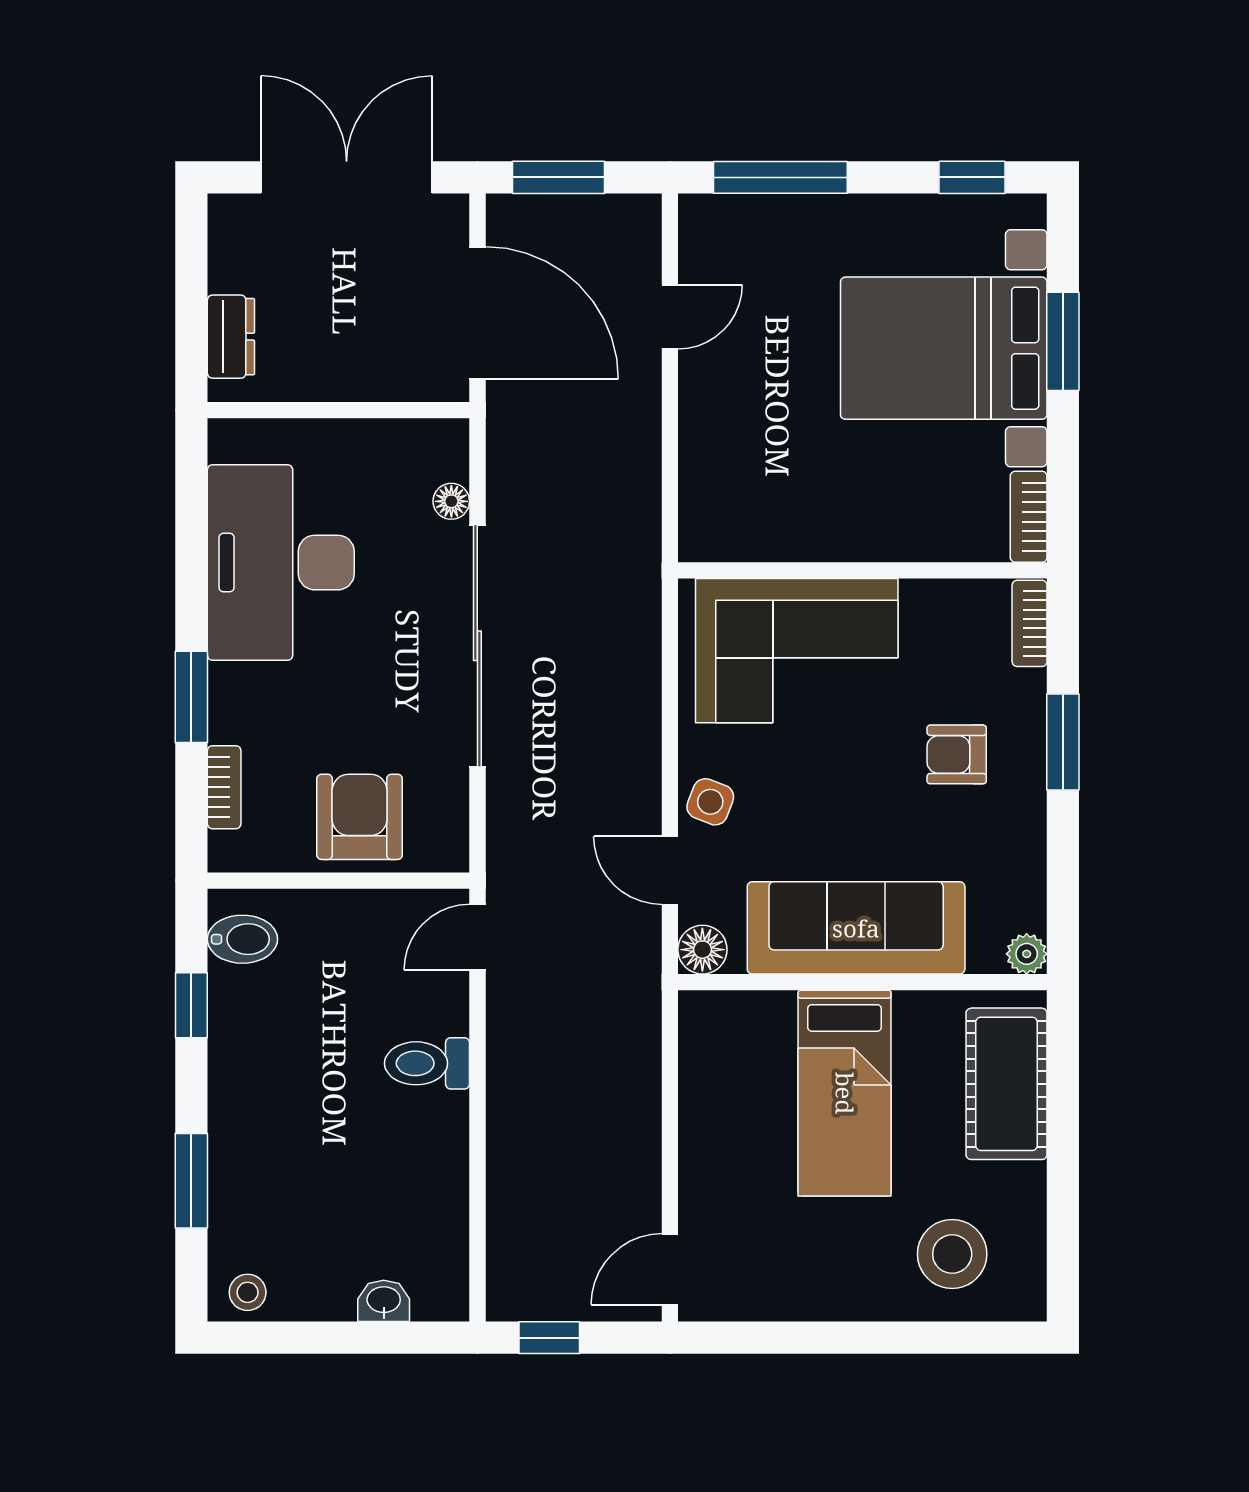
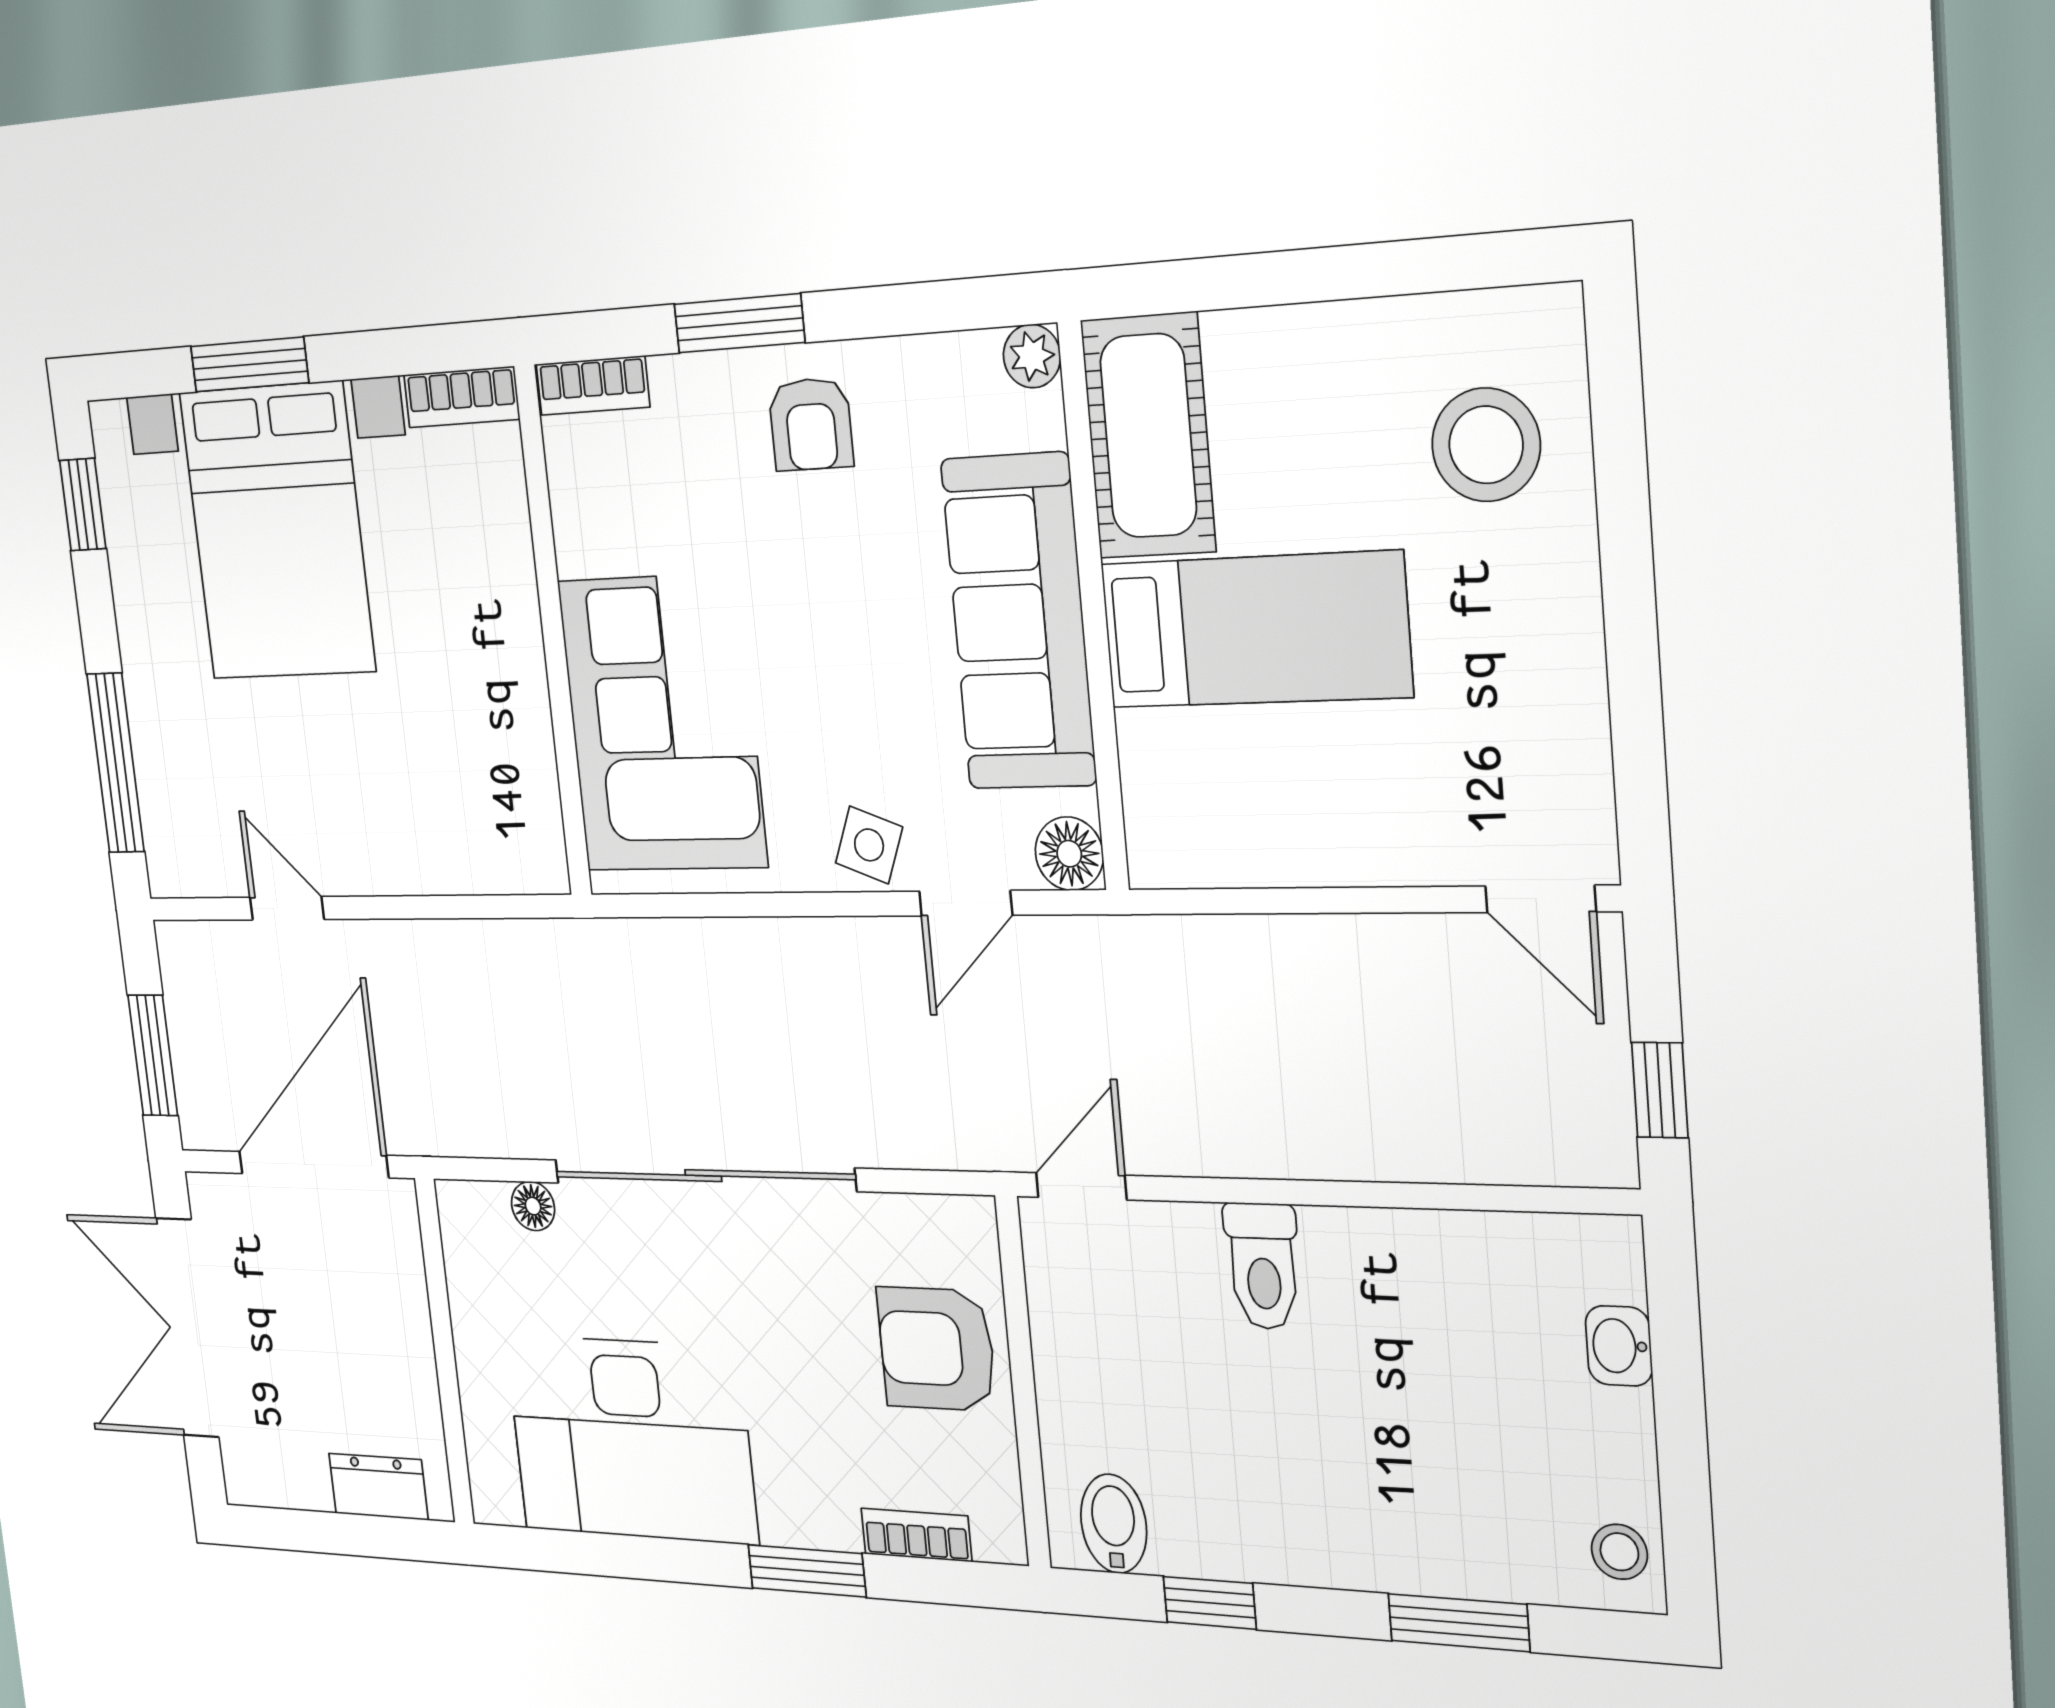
armchair: (957, 754) -> (811, 424), moved
door: (477, 937) -> (1081, 1186), swing flipped
cot: (1007, 1084) -> (1148, 436), moved, turned 90

